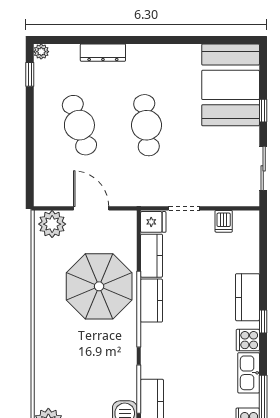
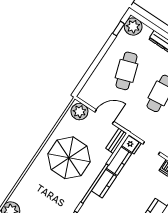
plant: (41, 52) -> (133, 27), width x1.88, depth x1.88
door: (91, 208) -> (104, 117), hinge flipped
bench: (129, 231) -> (116, 141), added
parasol: (99, 286) -> (69, 158), moved

